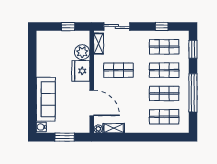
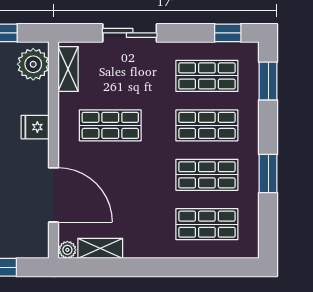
sliding door: (117, 27) -> (130, 33), moved
window: (162, 27) -> (228, 33), moved
plant: (82, 52) -> (33, 64), moved
fridge: (81, 71) -> (35, 127), width x0.53, depth x0.75
window: (193, 93) -> (268, 174), width x0.47

